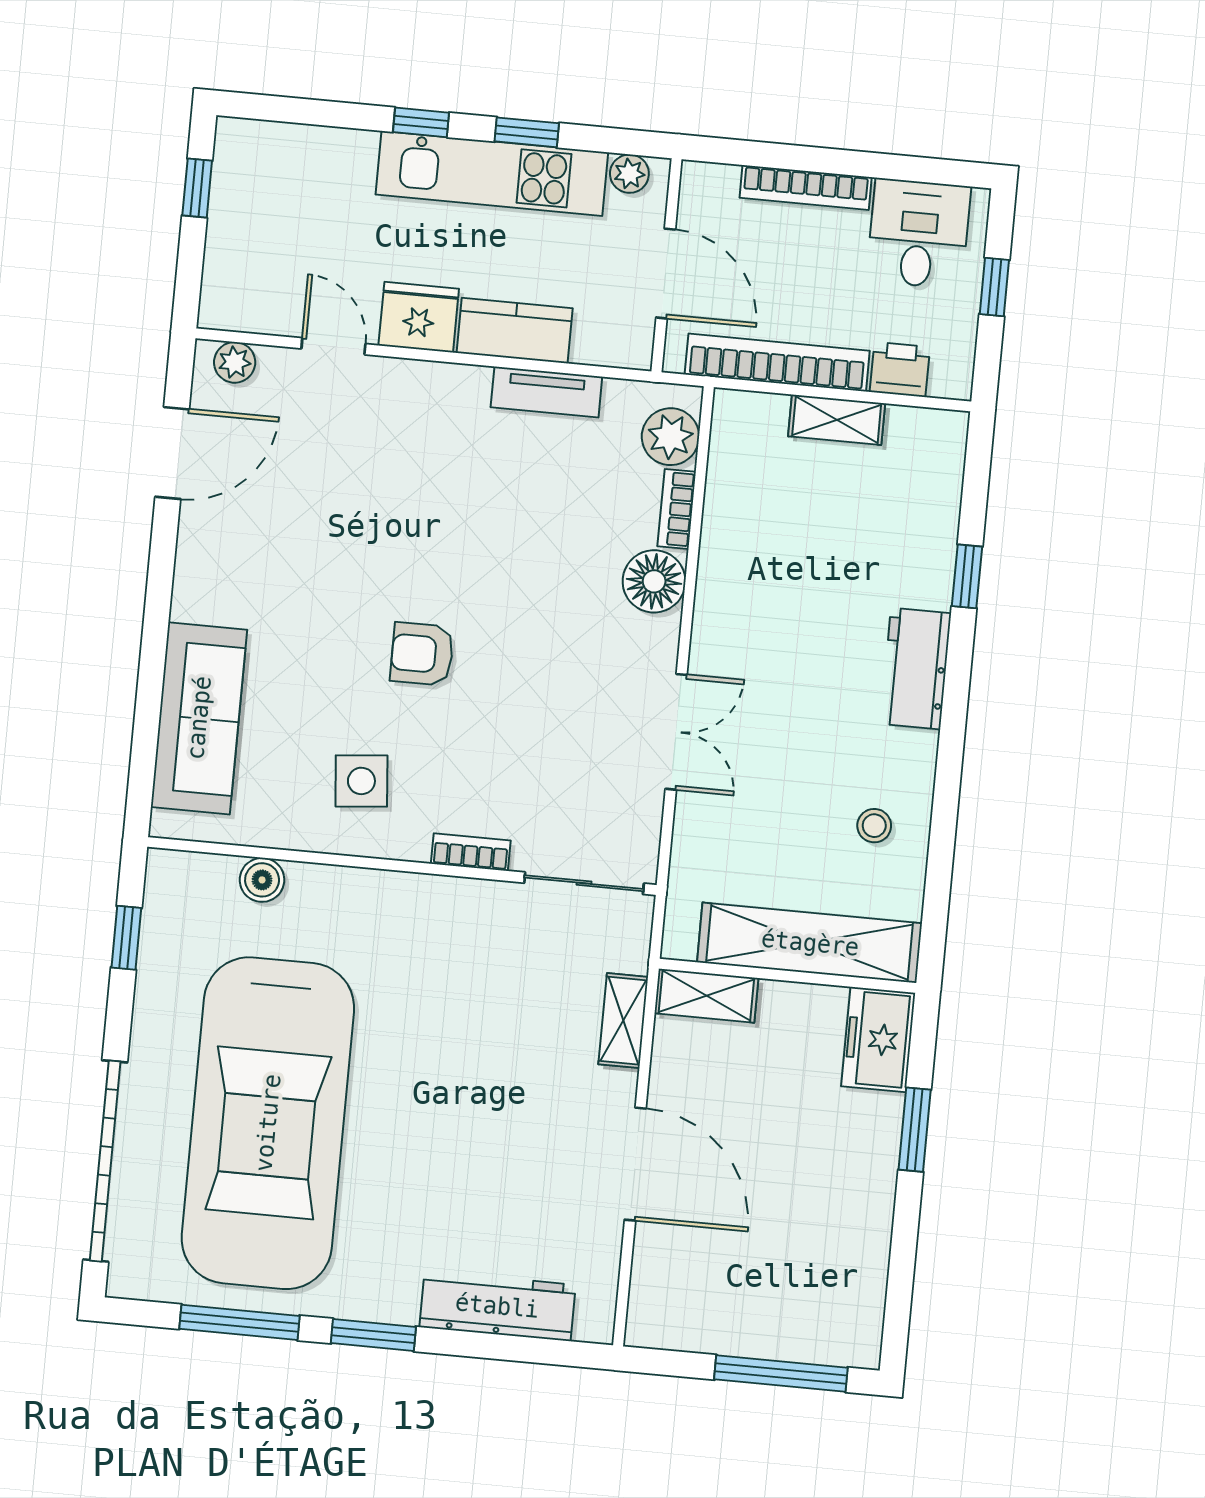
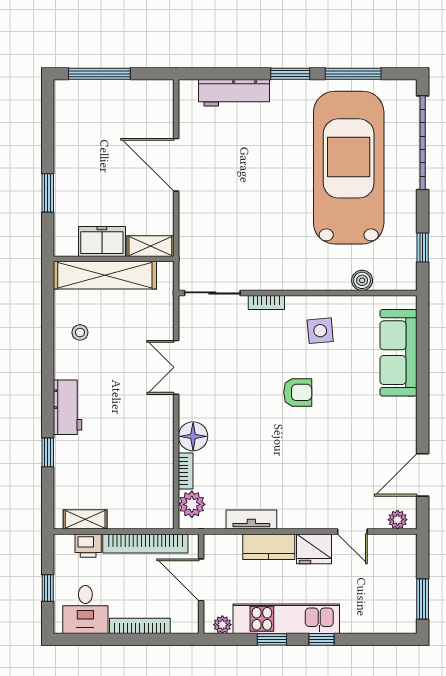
window: (197, 188) -> (423, 599), width x1.50
shelving: (837, 420) -> (85, 519), moved
shelving: (623, 1021) -> (188, 231), removed
freezer: (878, 1040) -> (102, 241), moved, turned -90

